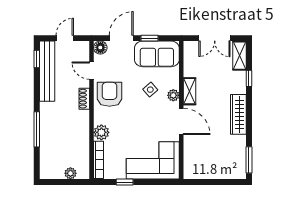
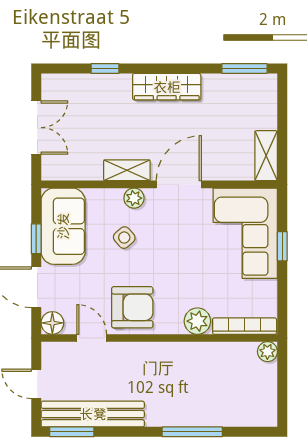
shelving: (240, 56) -> (266, 156), moved, turned 90
window: (37, 59) -> (72, 432), width x1.50
door: (92, 71) -> (92, 338), swing flipped
armchair: (109, 94) -> (132, 307), turned 180
shoe rack: (84, 99) -> (140, 350), removed
plant: (70, 173) -> (267, 352), moved
window: (125, 182) -> (282, 246), moved

